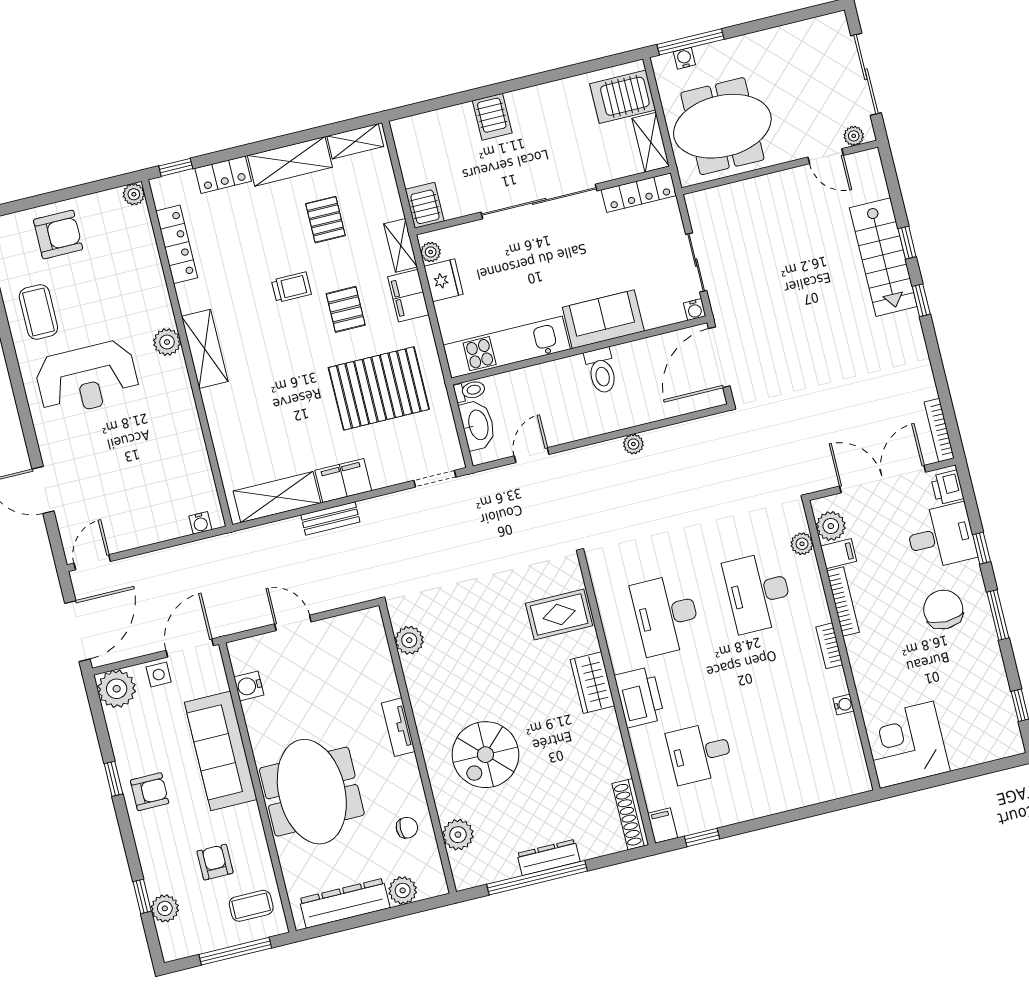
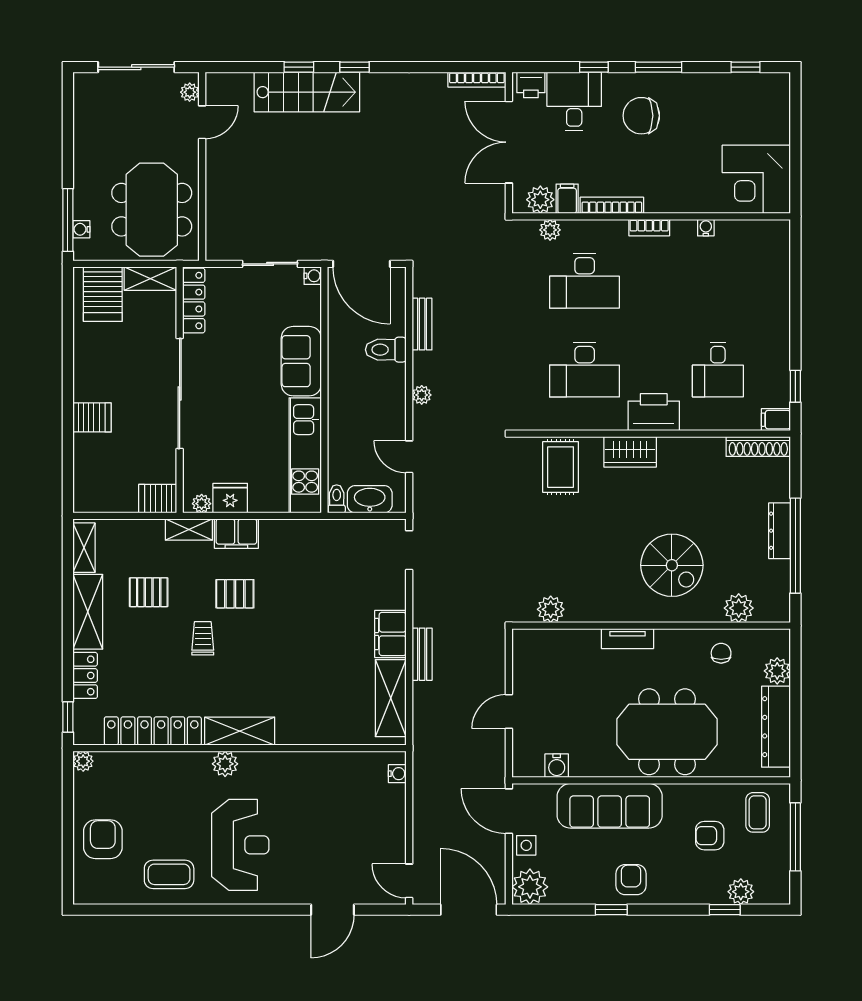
locker: (177, 244) -> (153, 731), width x1.41, depth x1.21
toilet: (601, 371) -> (386, 350), moved, turned 180
pallet: (379, 388) -> (314, 581), removed
bench: (672, 435) -> (422, 324), added
plant: (633, 444) -> (422, 395), moved

